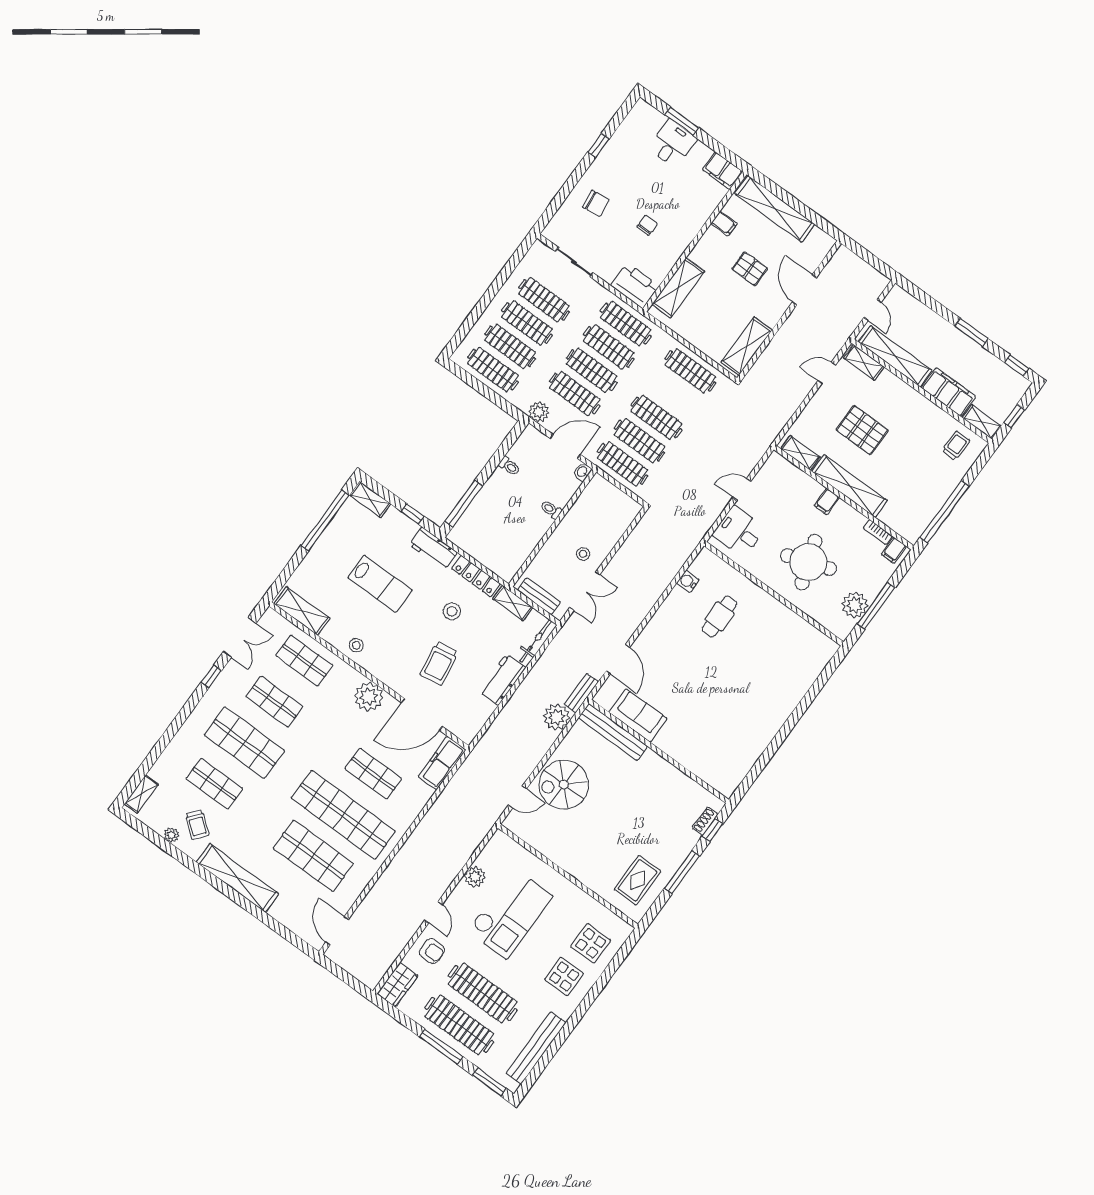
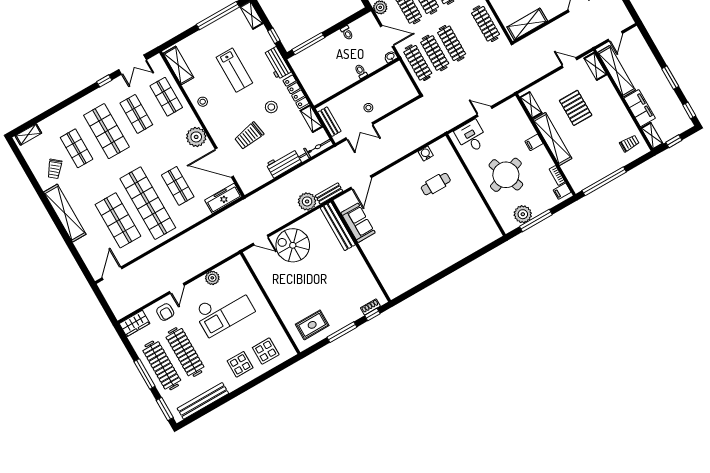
plant: (171, 835) -> (36, 168), removed

